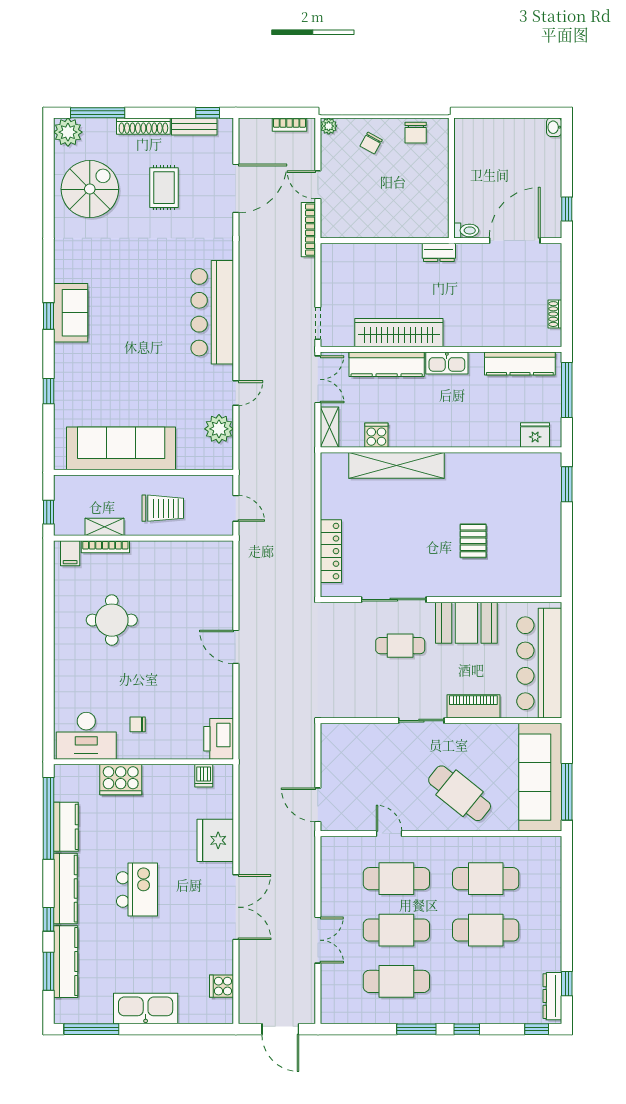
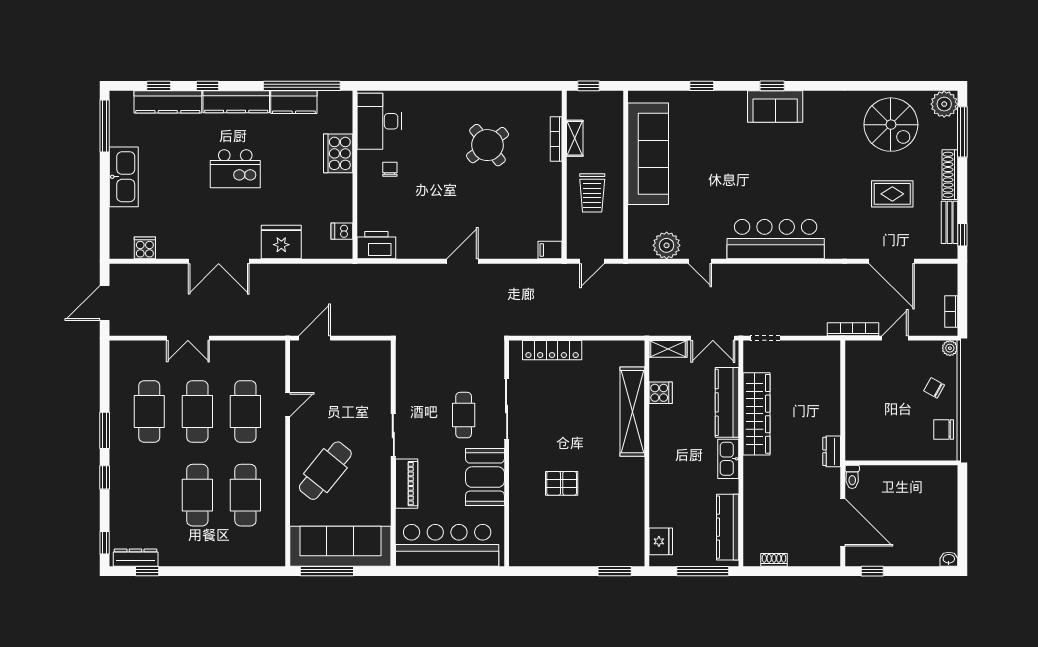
filing cabinet: (70, 553) -> (550, 250), moved
round table: (112, 620) -> (487, 145), turned -38
window: (48, 971) -> (159, 86), width x0.67

